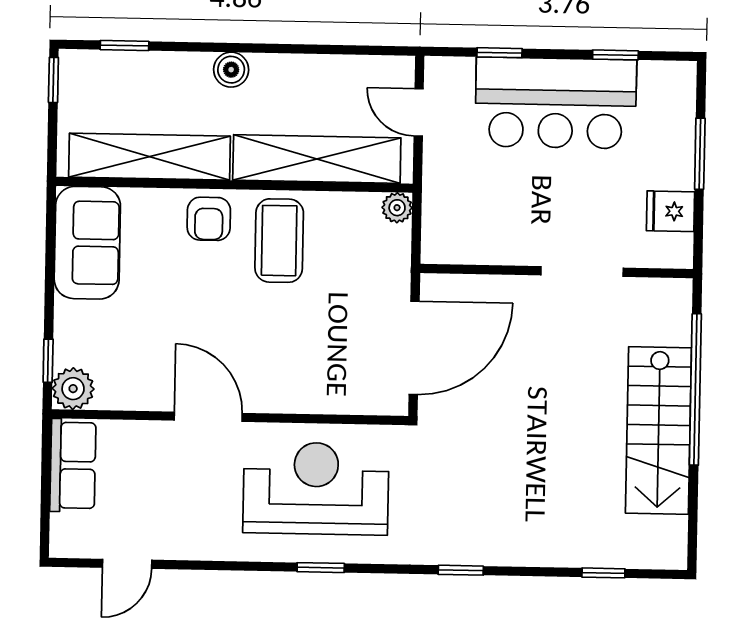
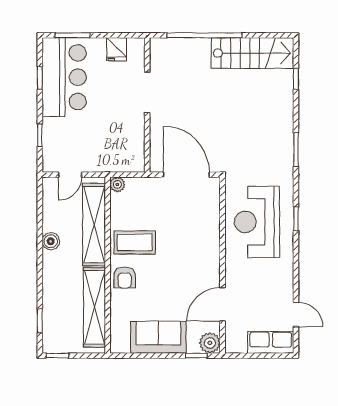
boiler: (231, 70) -> (51, 241), moved
bar counter: (556, 103) -> (64, 77), moved
window: (700, 154) -> (72, 35), moved
armchair: (209, 219) -> (125, 277), turned 90
sofa: (87, 243) -> (158, 337), moved
door: (208, 417) -> (223, 304), moved
stairs: (659, 430) -> (253, 53), moved
row of seats: (73, 465) -> (271, 342), moved
window: (461, 570) -> (296, 150), width x1.50

